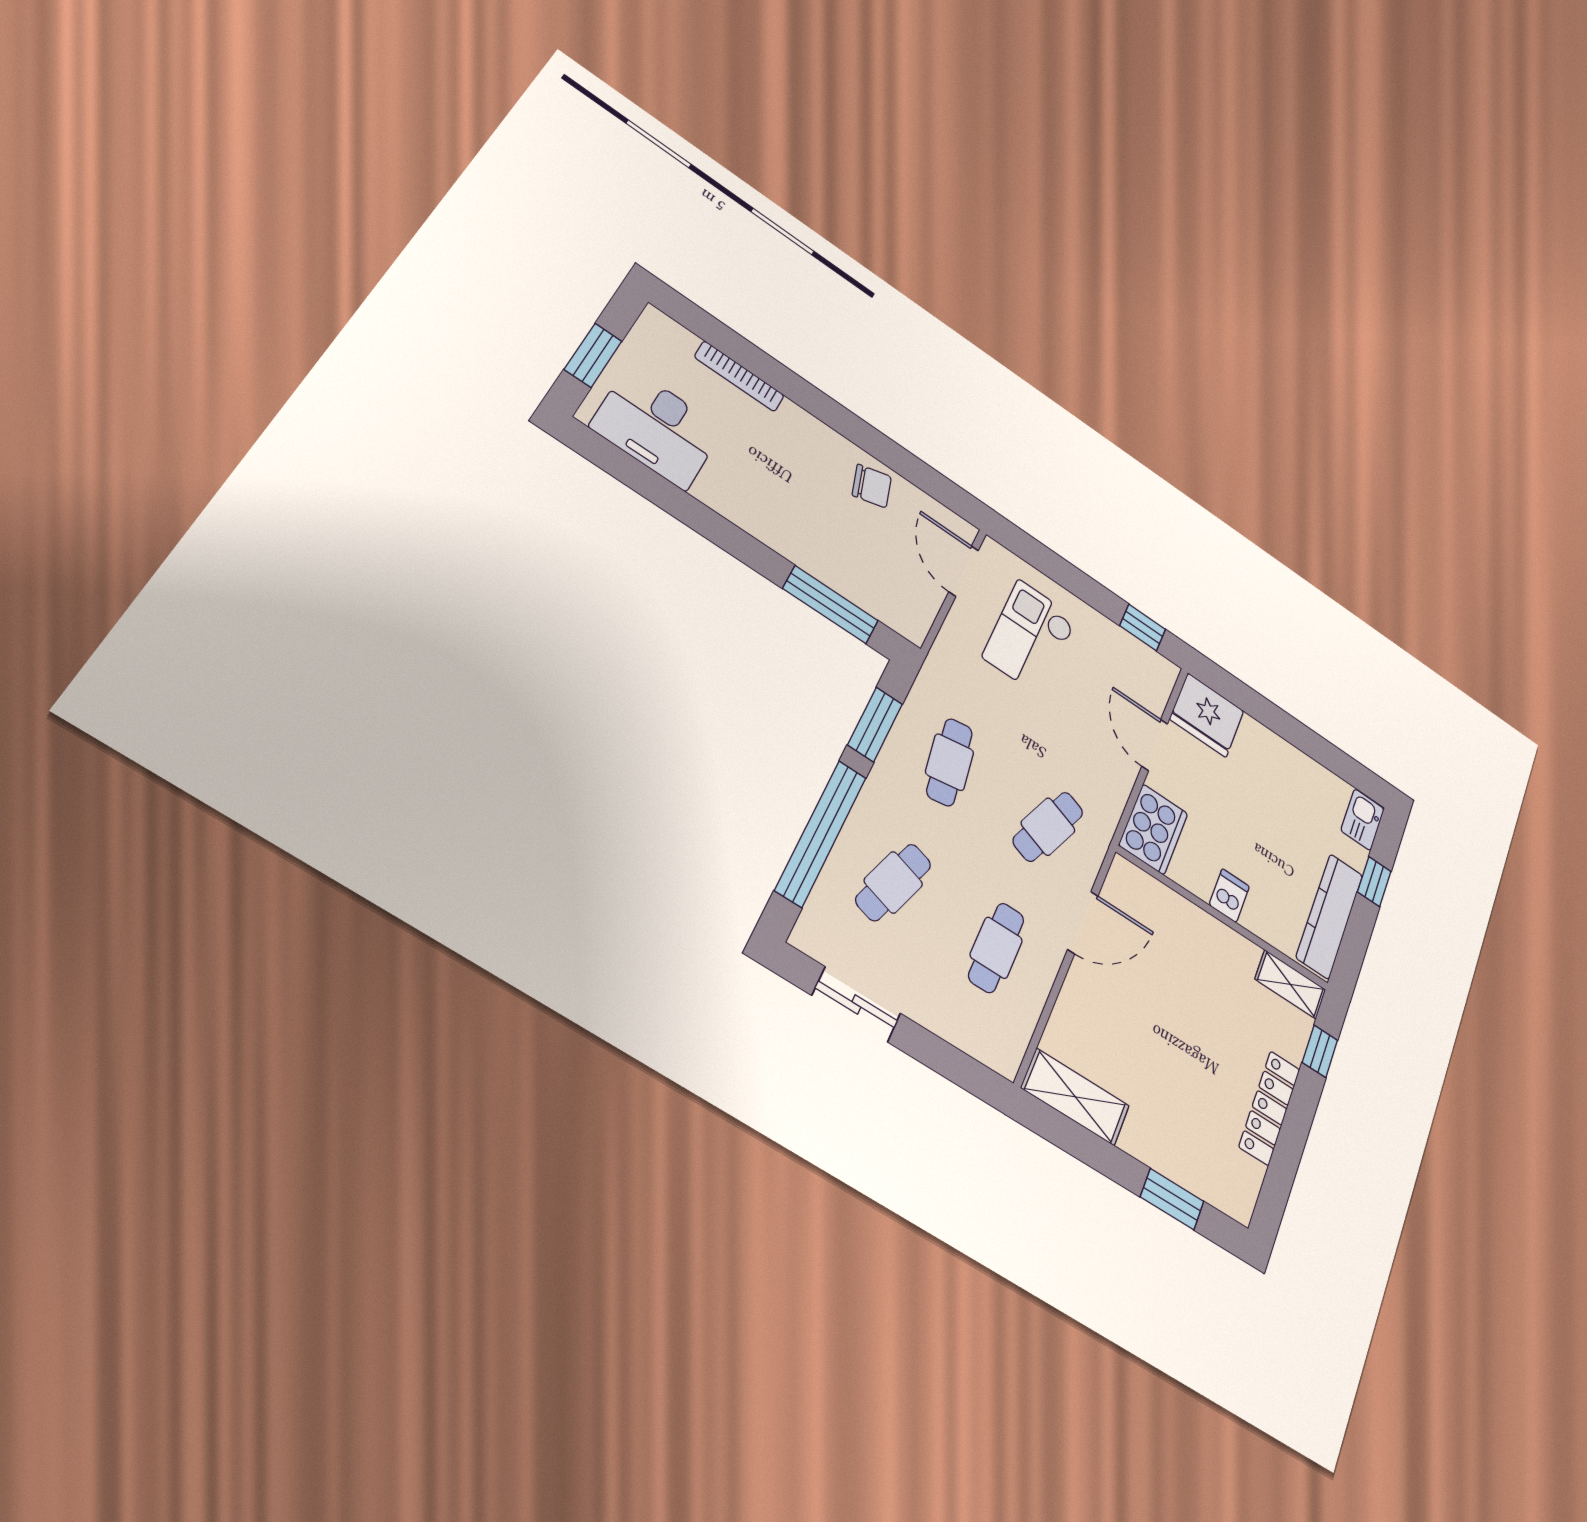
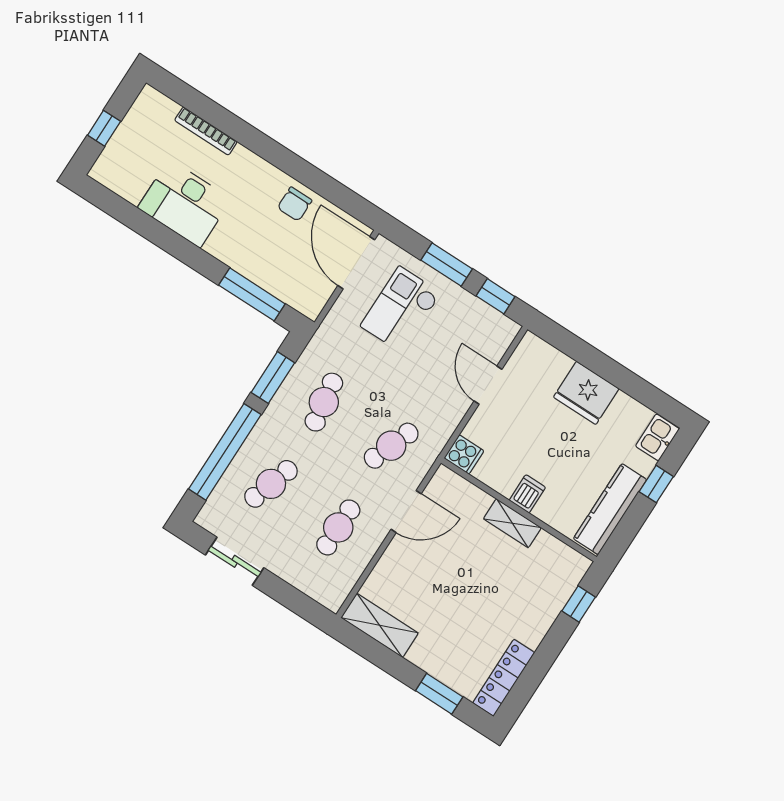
window: (593, 355) -> (104, 128), width x0.67
desk: (657, 428) -> (185, 203), moved
chair: (872, 486) -> (295, 204), turned 106
door: (964, 571) -> (356, 263), width x1.36
window: (1077, 582) -> (447, 265), added
fridge: (1207, 715) -> (586, 393), moved
cooker: (1153, 829) -> (464, 454), width x0.53, depth x0.76
shelving: (1290, 984) -> (512, 523), moved
locker: (1270, 1108) -> (504, 678), moved

